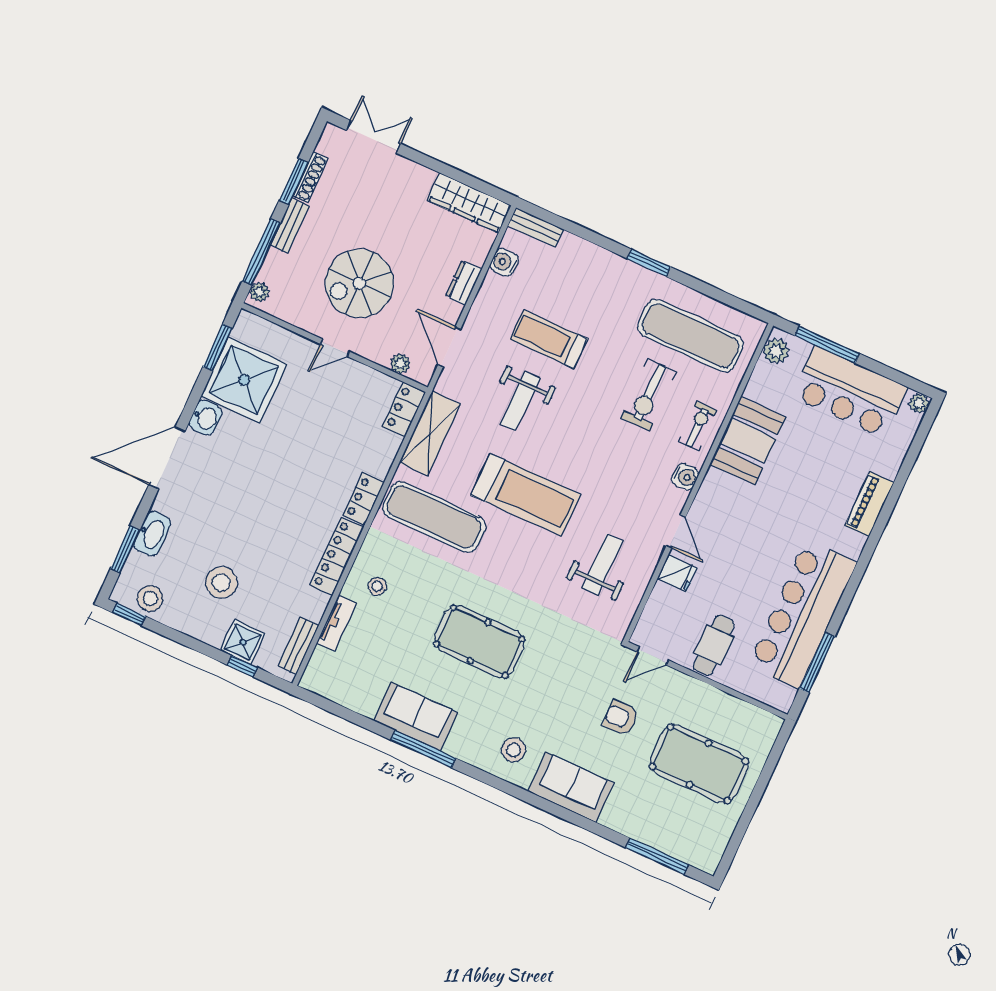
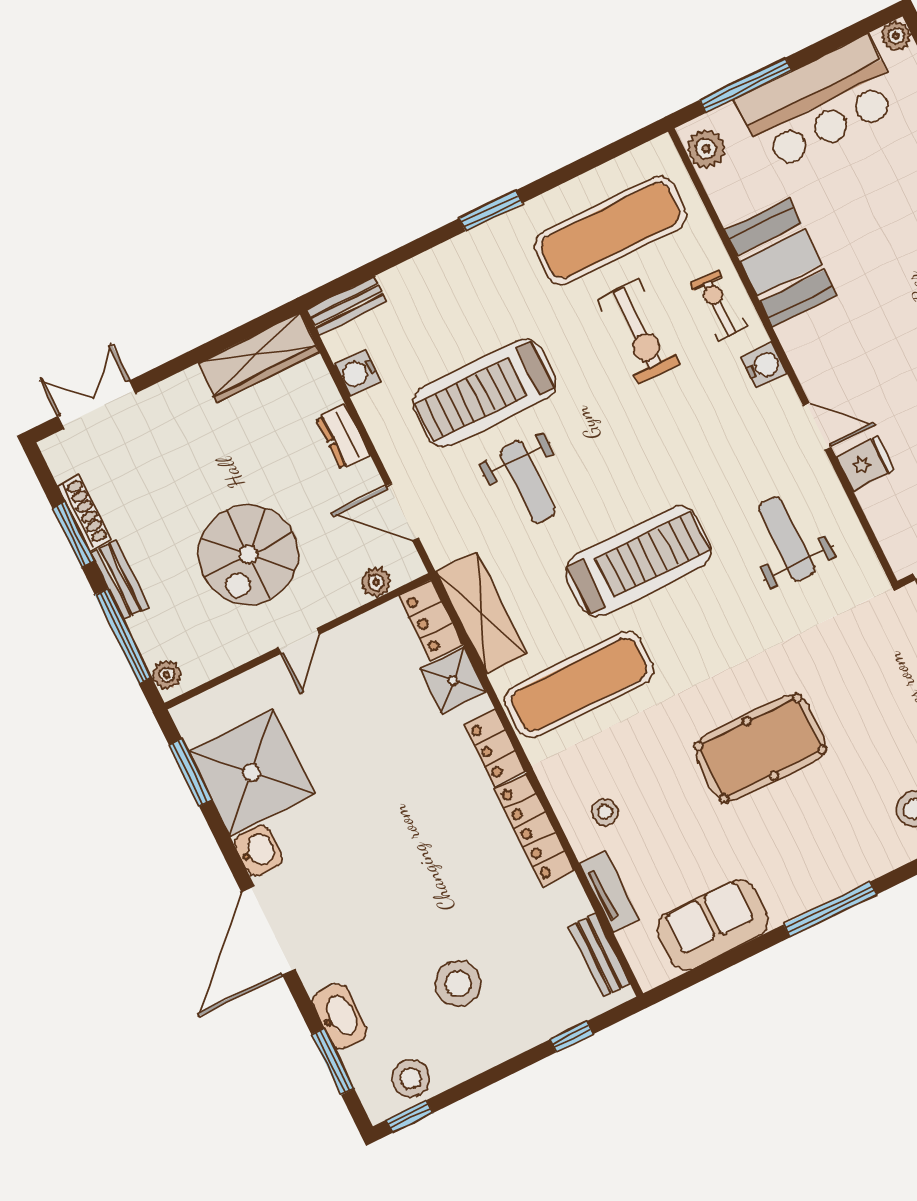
treadmill: (549, 339) -> (485, 393), width x1.37, depth x1.38
shower: (243, 642) -> (453, 680), moved
sofa: (416, 717) -> (713, 925), moved

